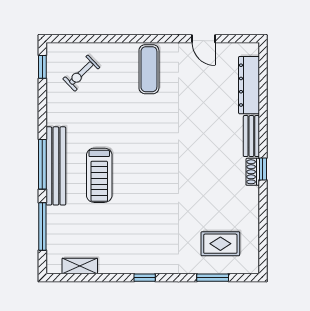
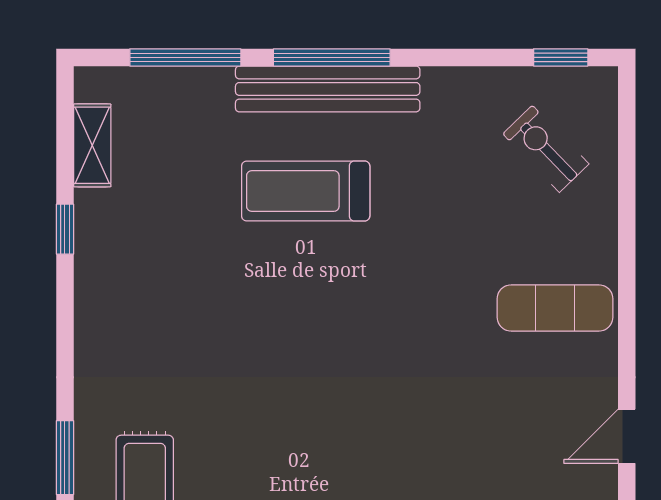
window: (145, 278) -> (65, 229), moved

